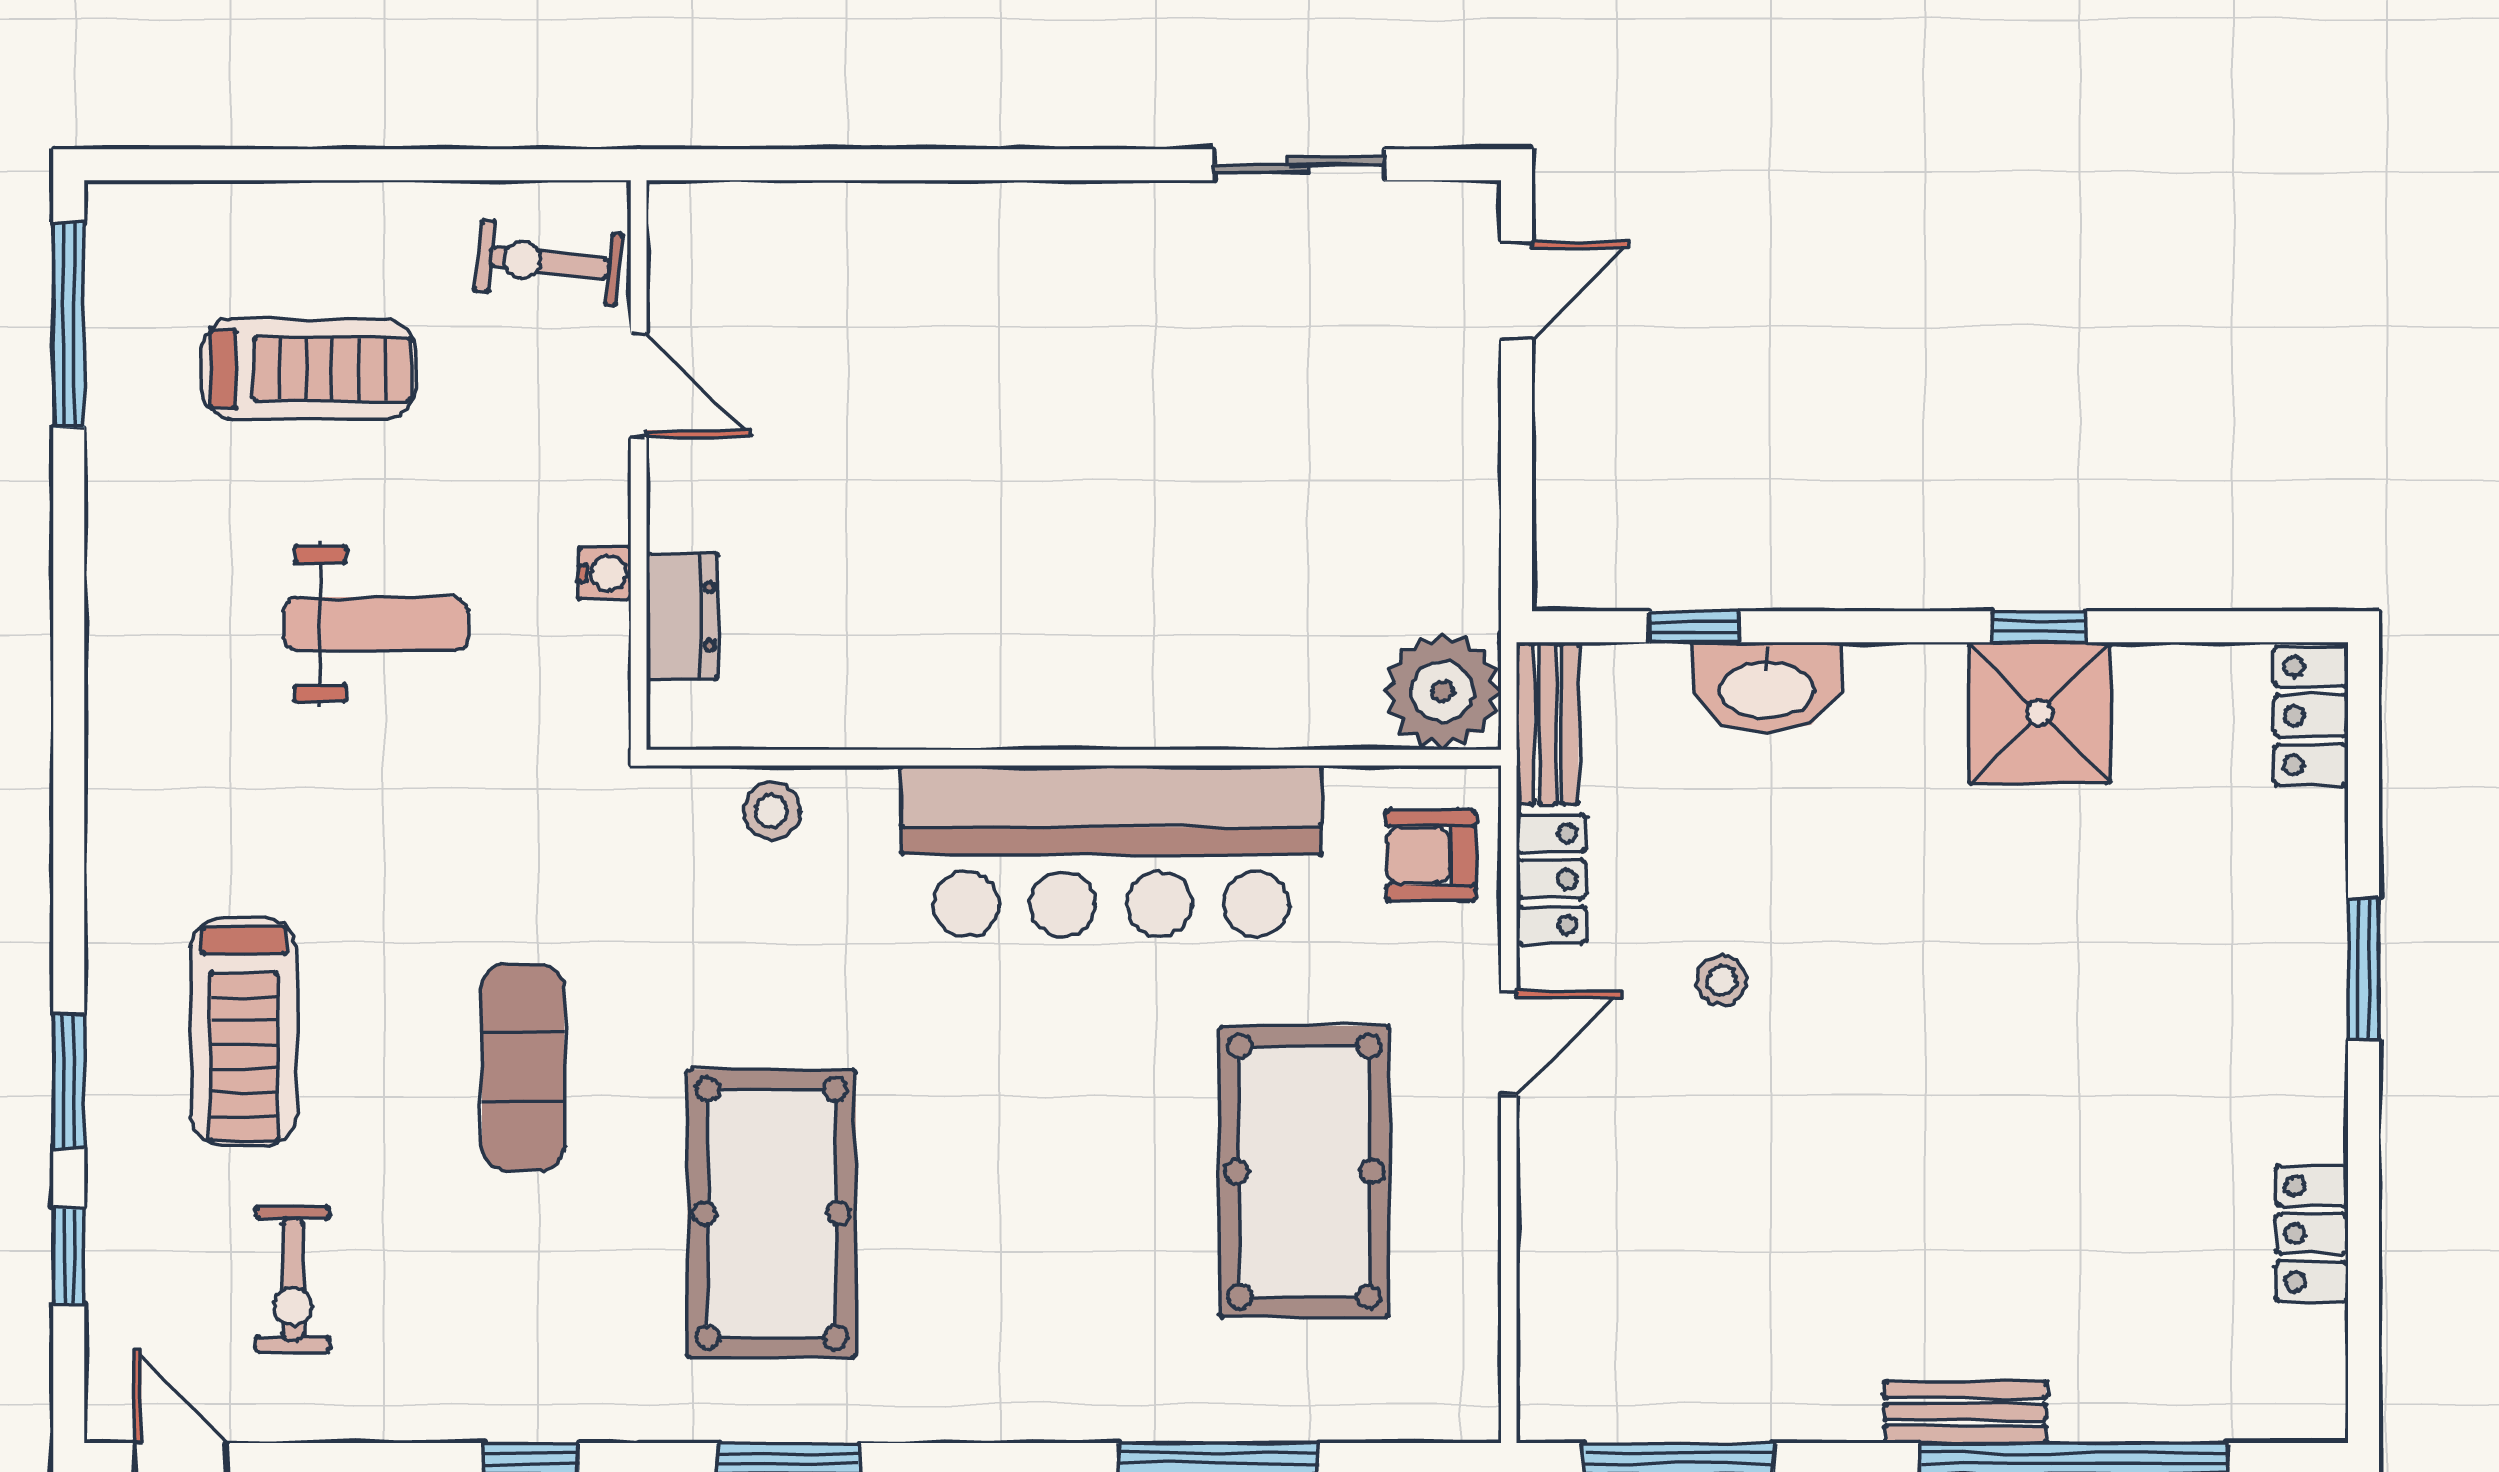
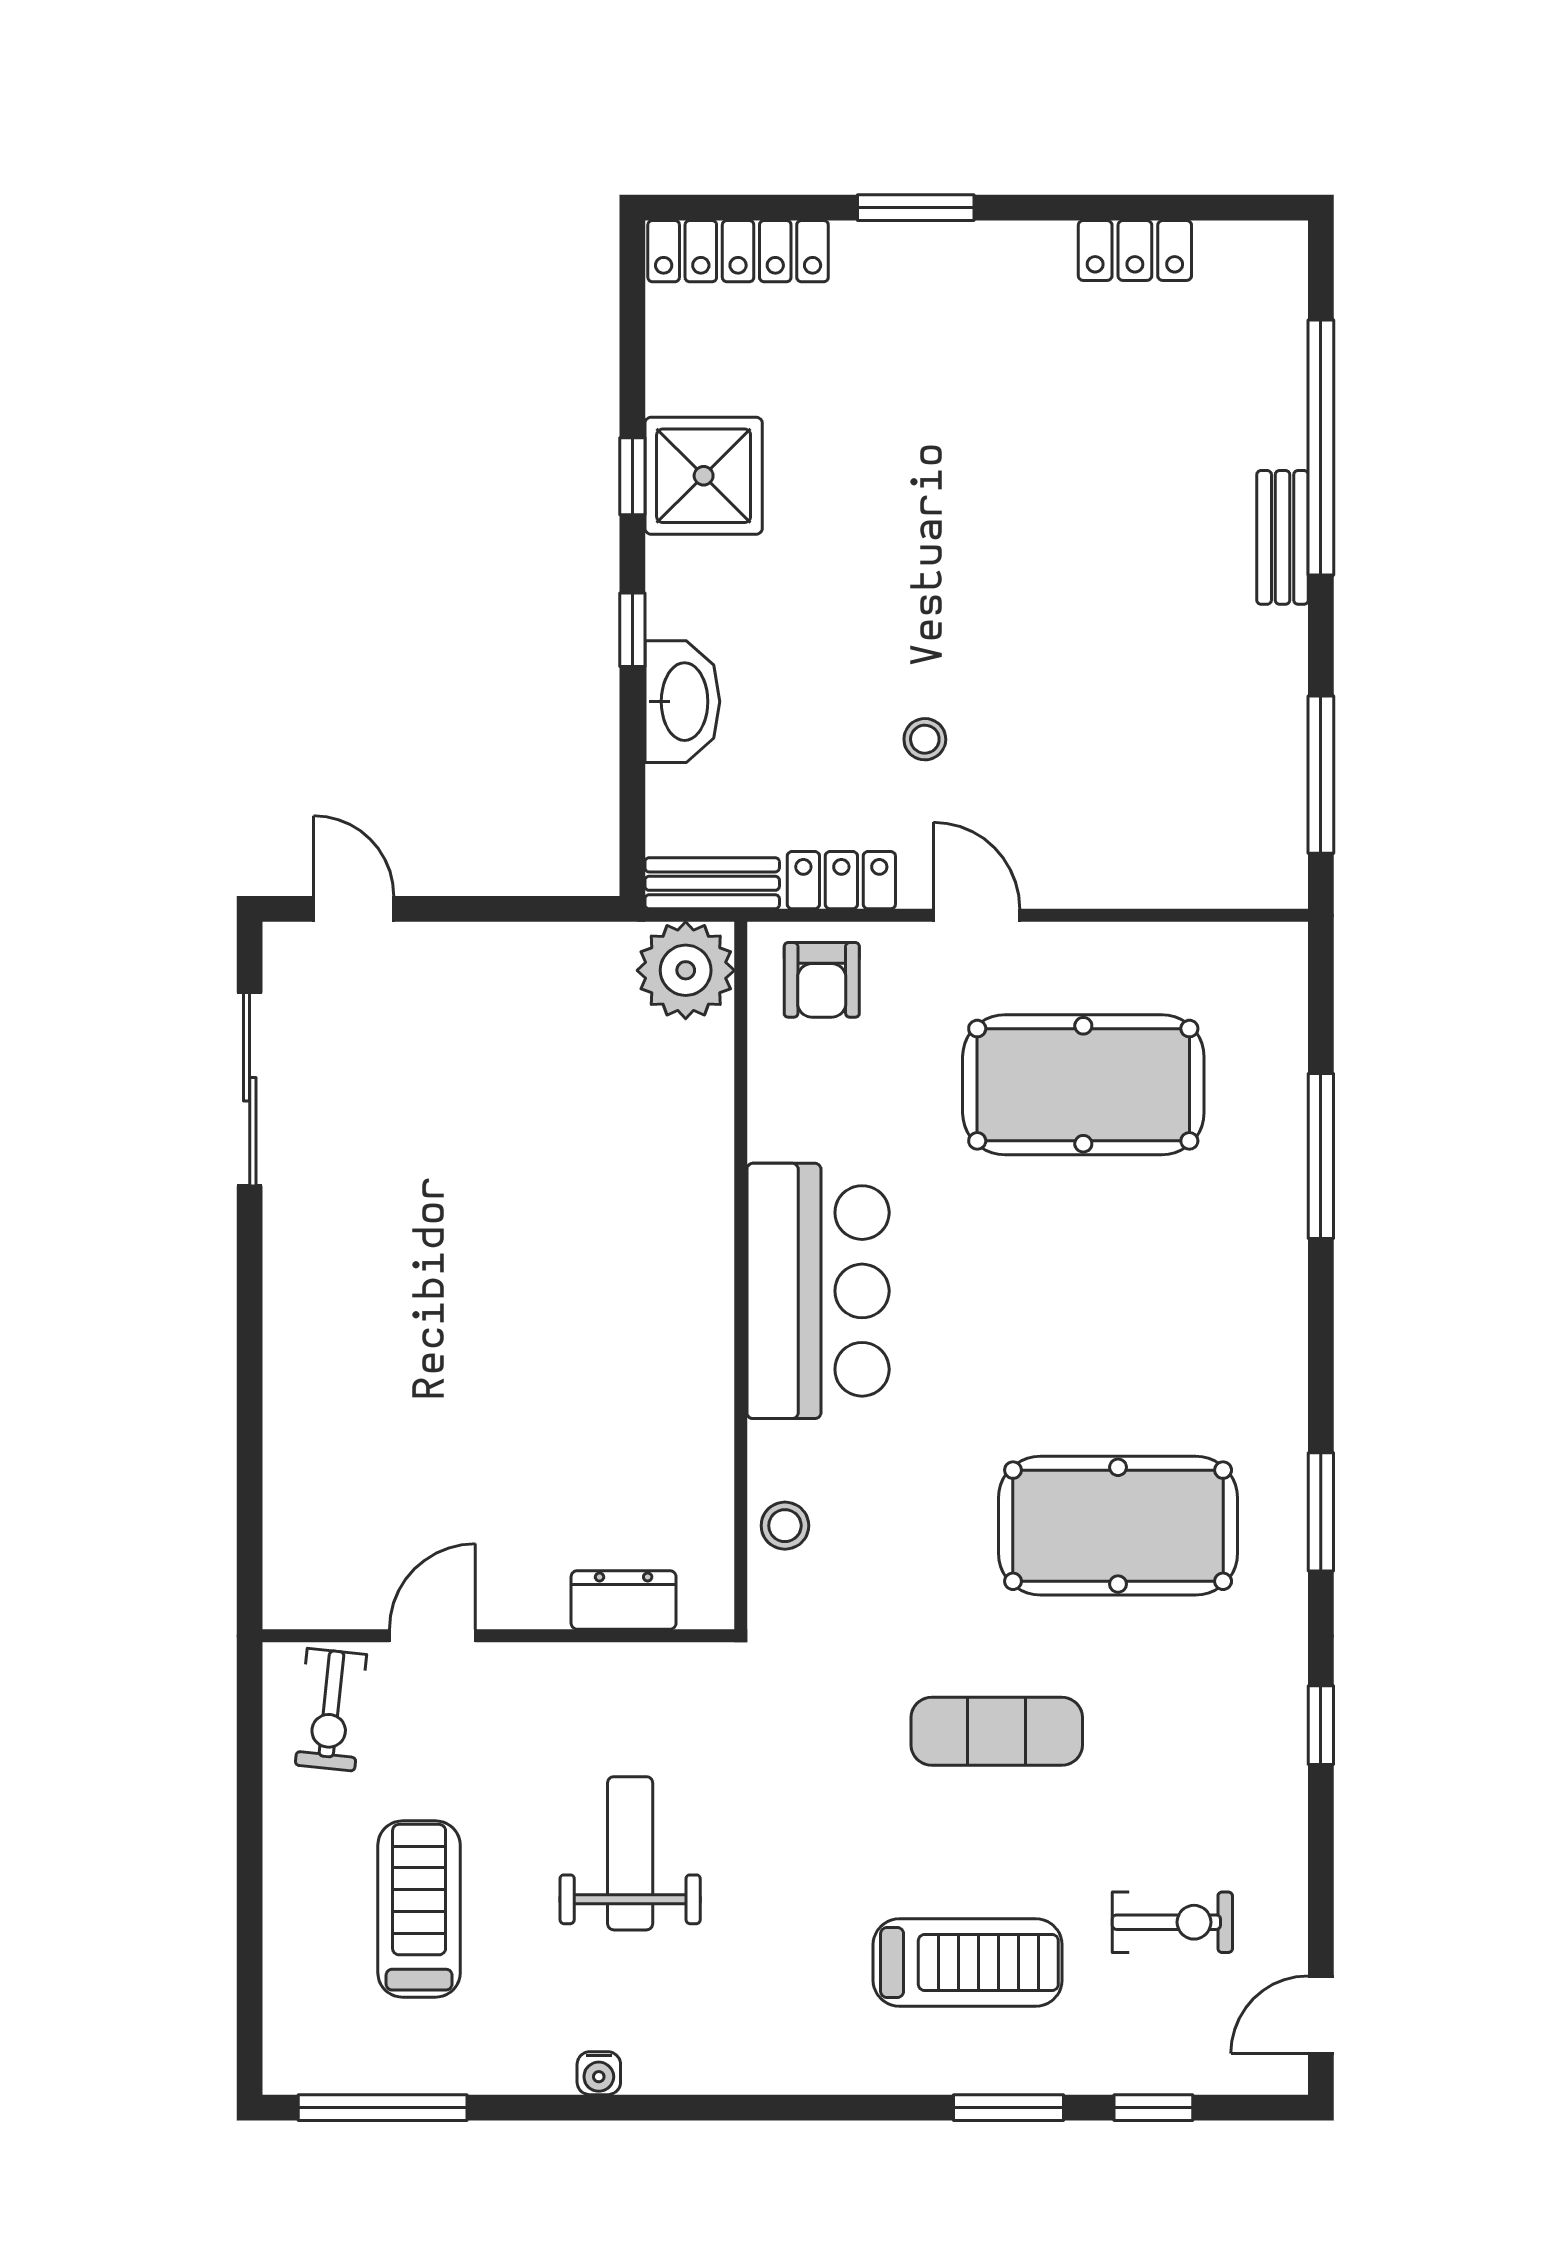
sliding door: (1299, 165) -> (250, 1089), width x1.37
water cooler: (605, 573) -> (599, 2073), moved, turned 180
window: (1694, 627) -> (632, 630), moved
locker: (2311, 716) -> (738, 251), width x1.53
bar counter: (1111, 851) -> (818, 1291), width x0.73

